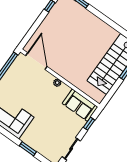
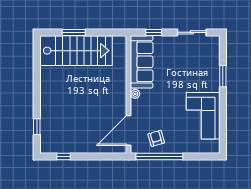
armchair: (18, 76) -> (156, 138), added
sofa: (80, 105) -> (142, 62), width x1.36

